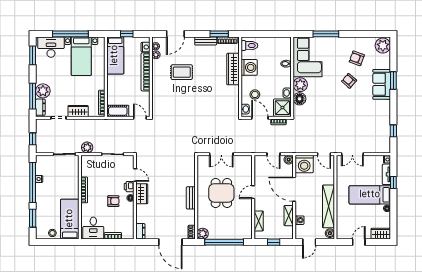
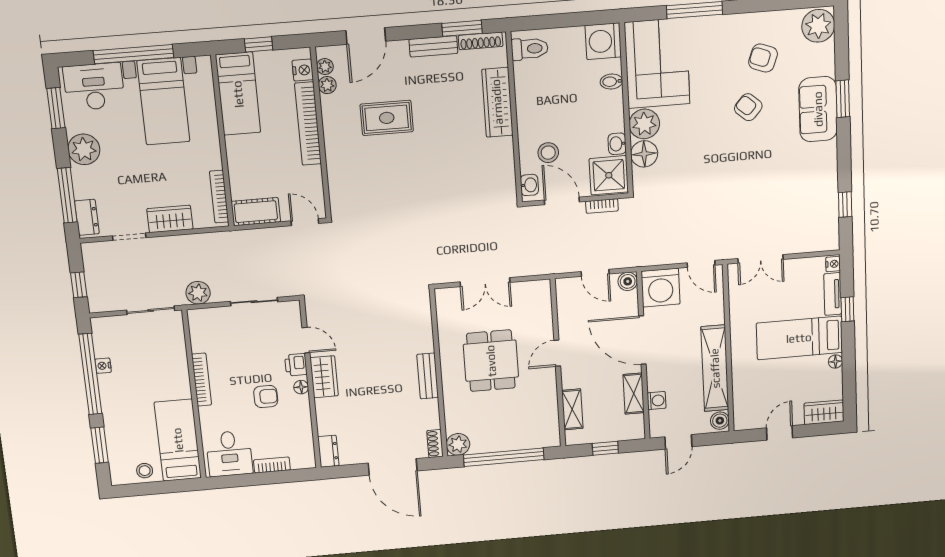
washing machine: (249, 67) -> (603, 41), moved, turned 180
plant: (43, 91) -> (84, 149), moved

